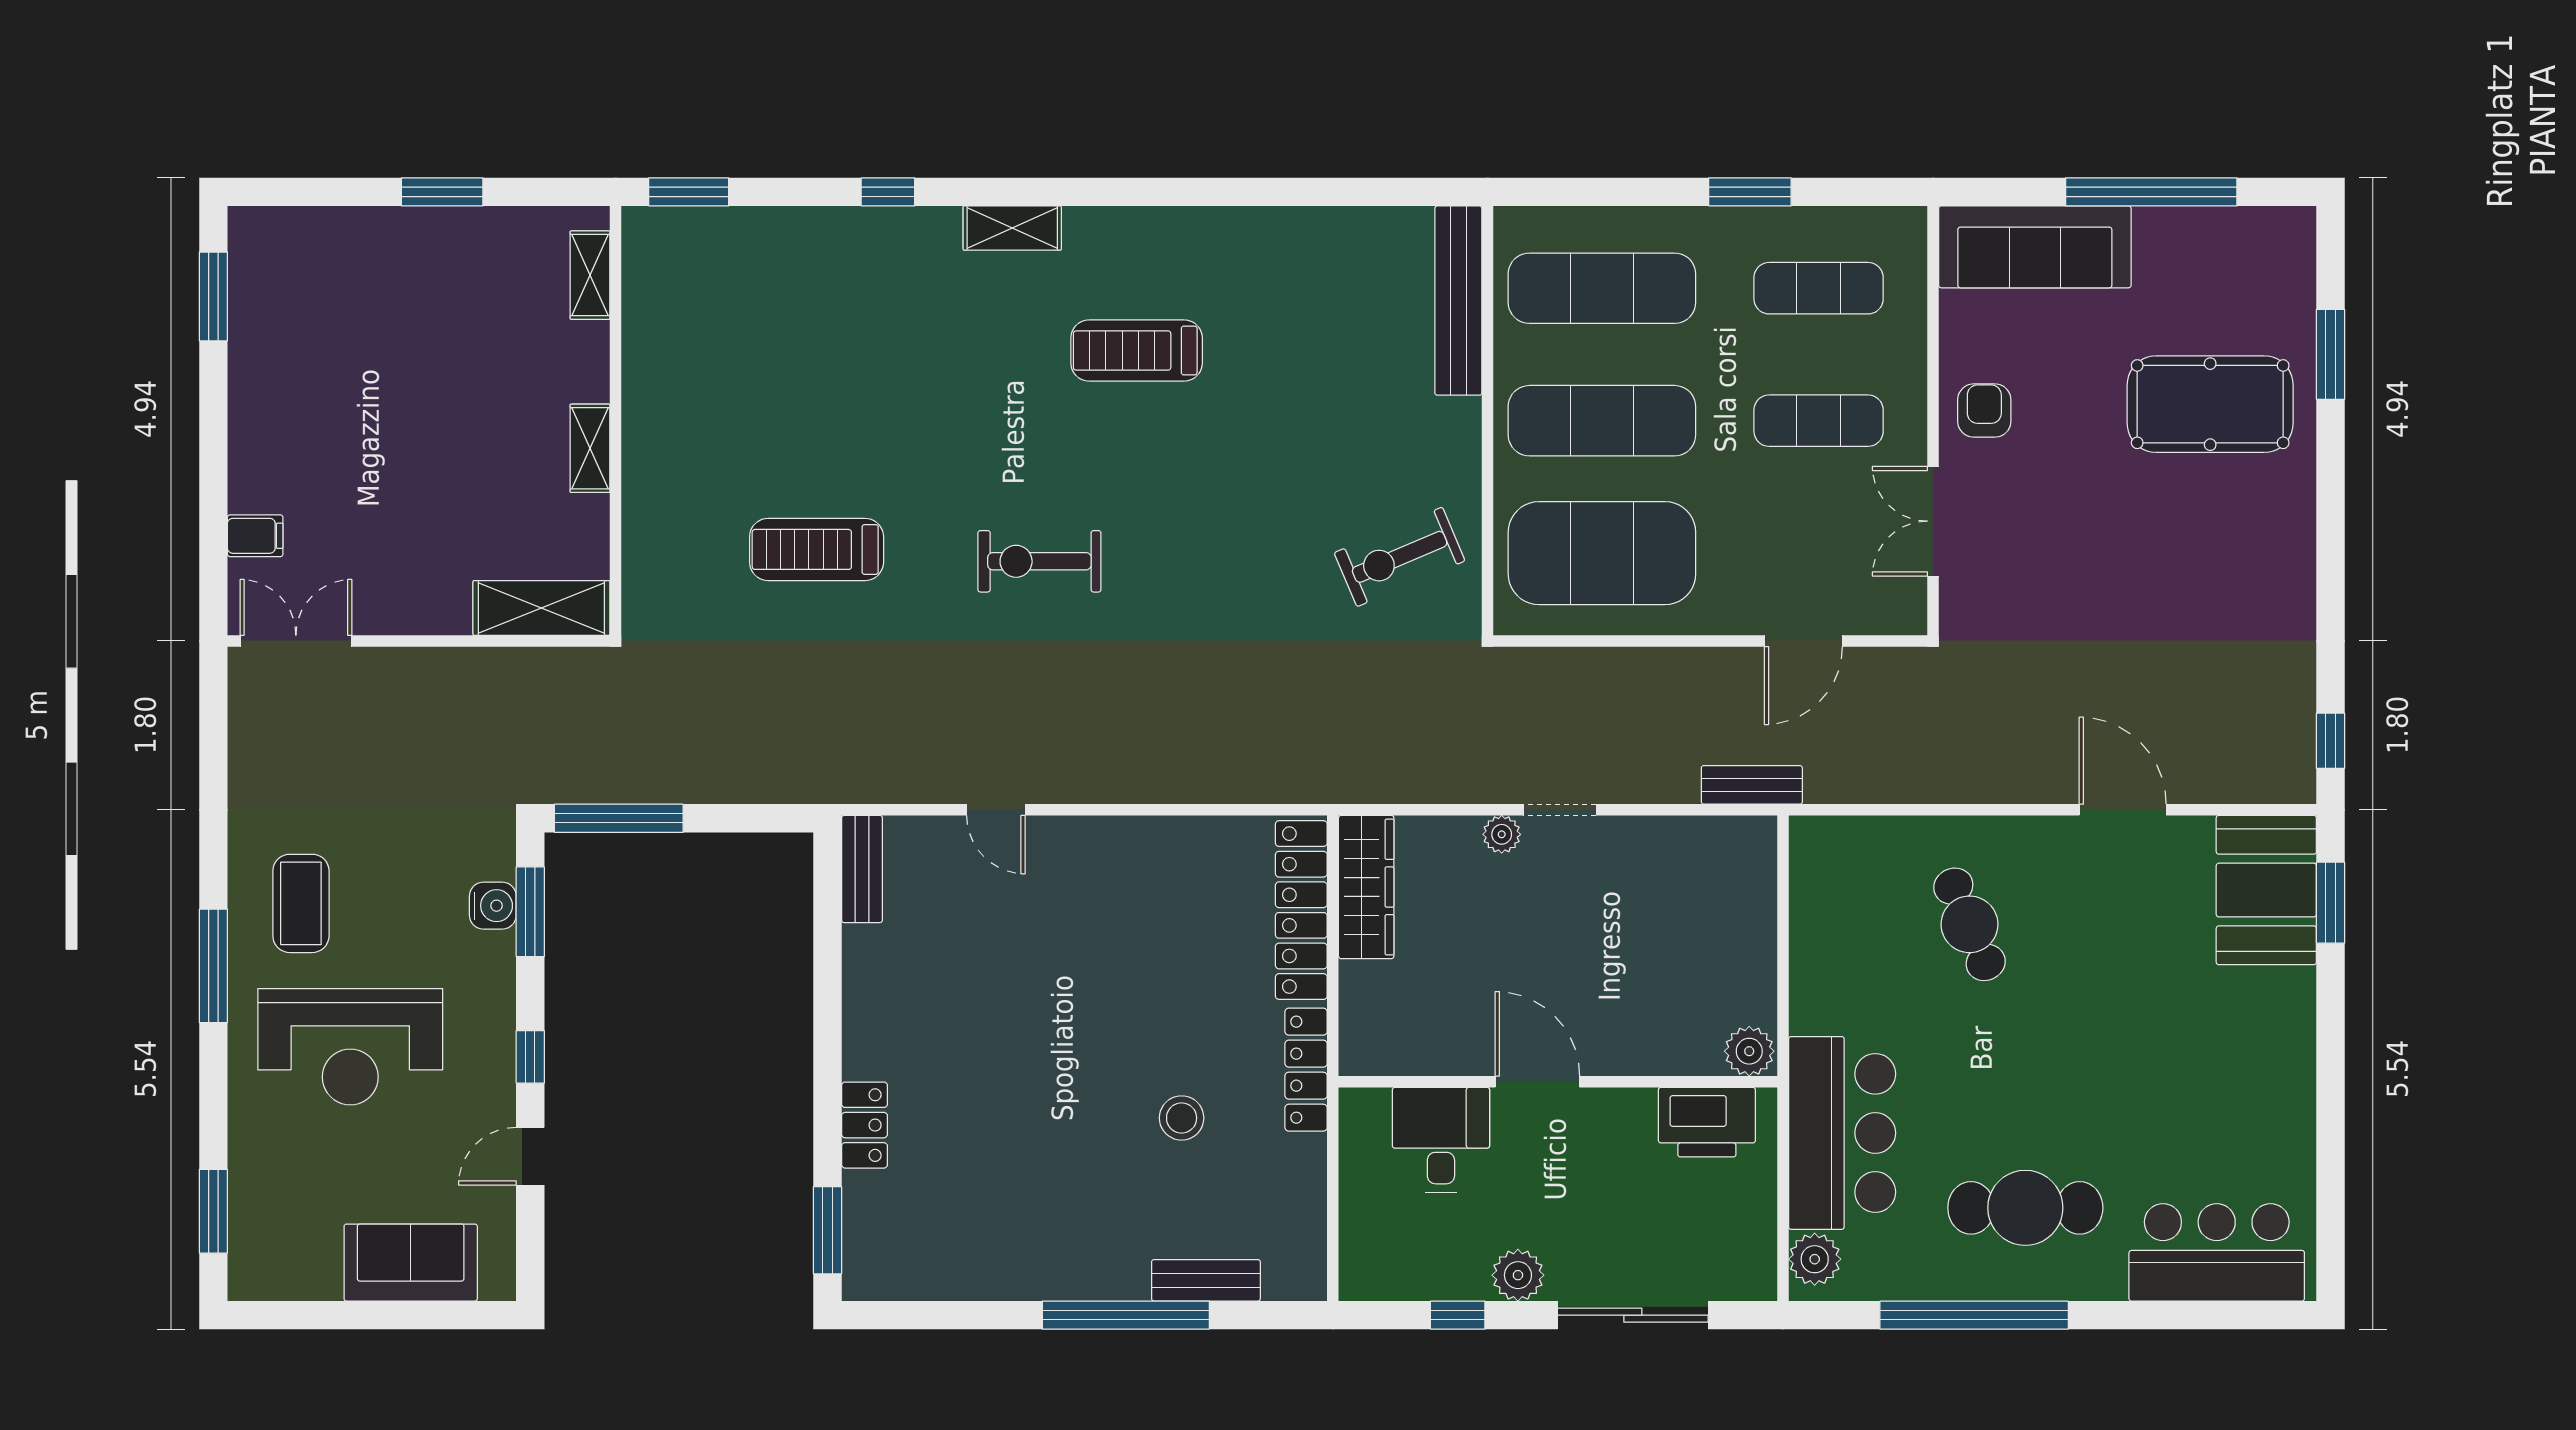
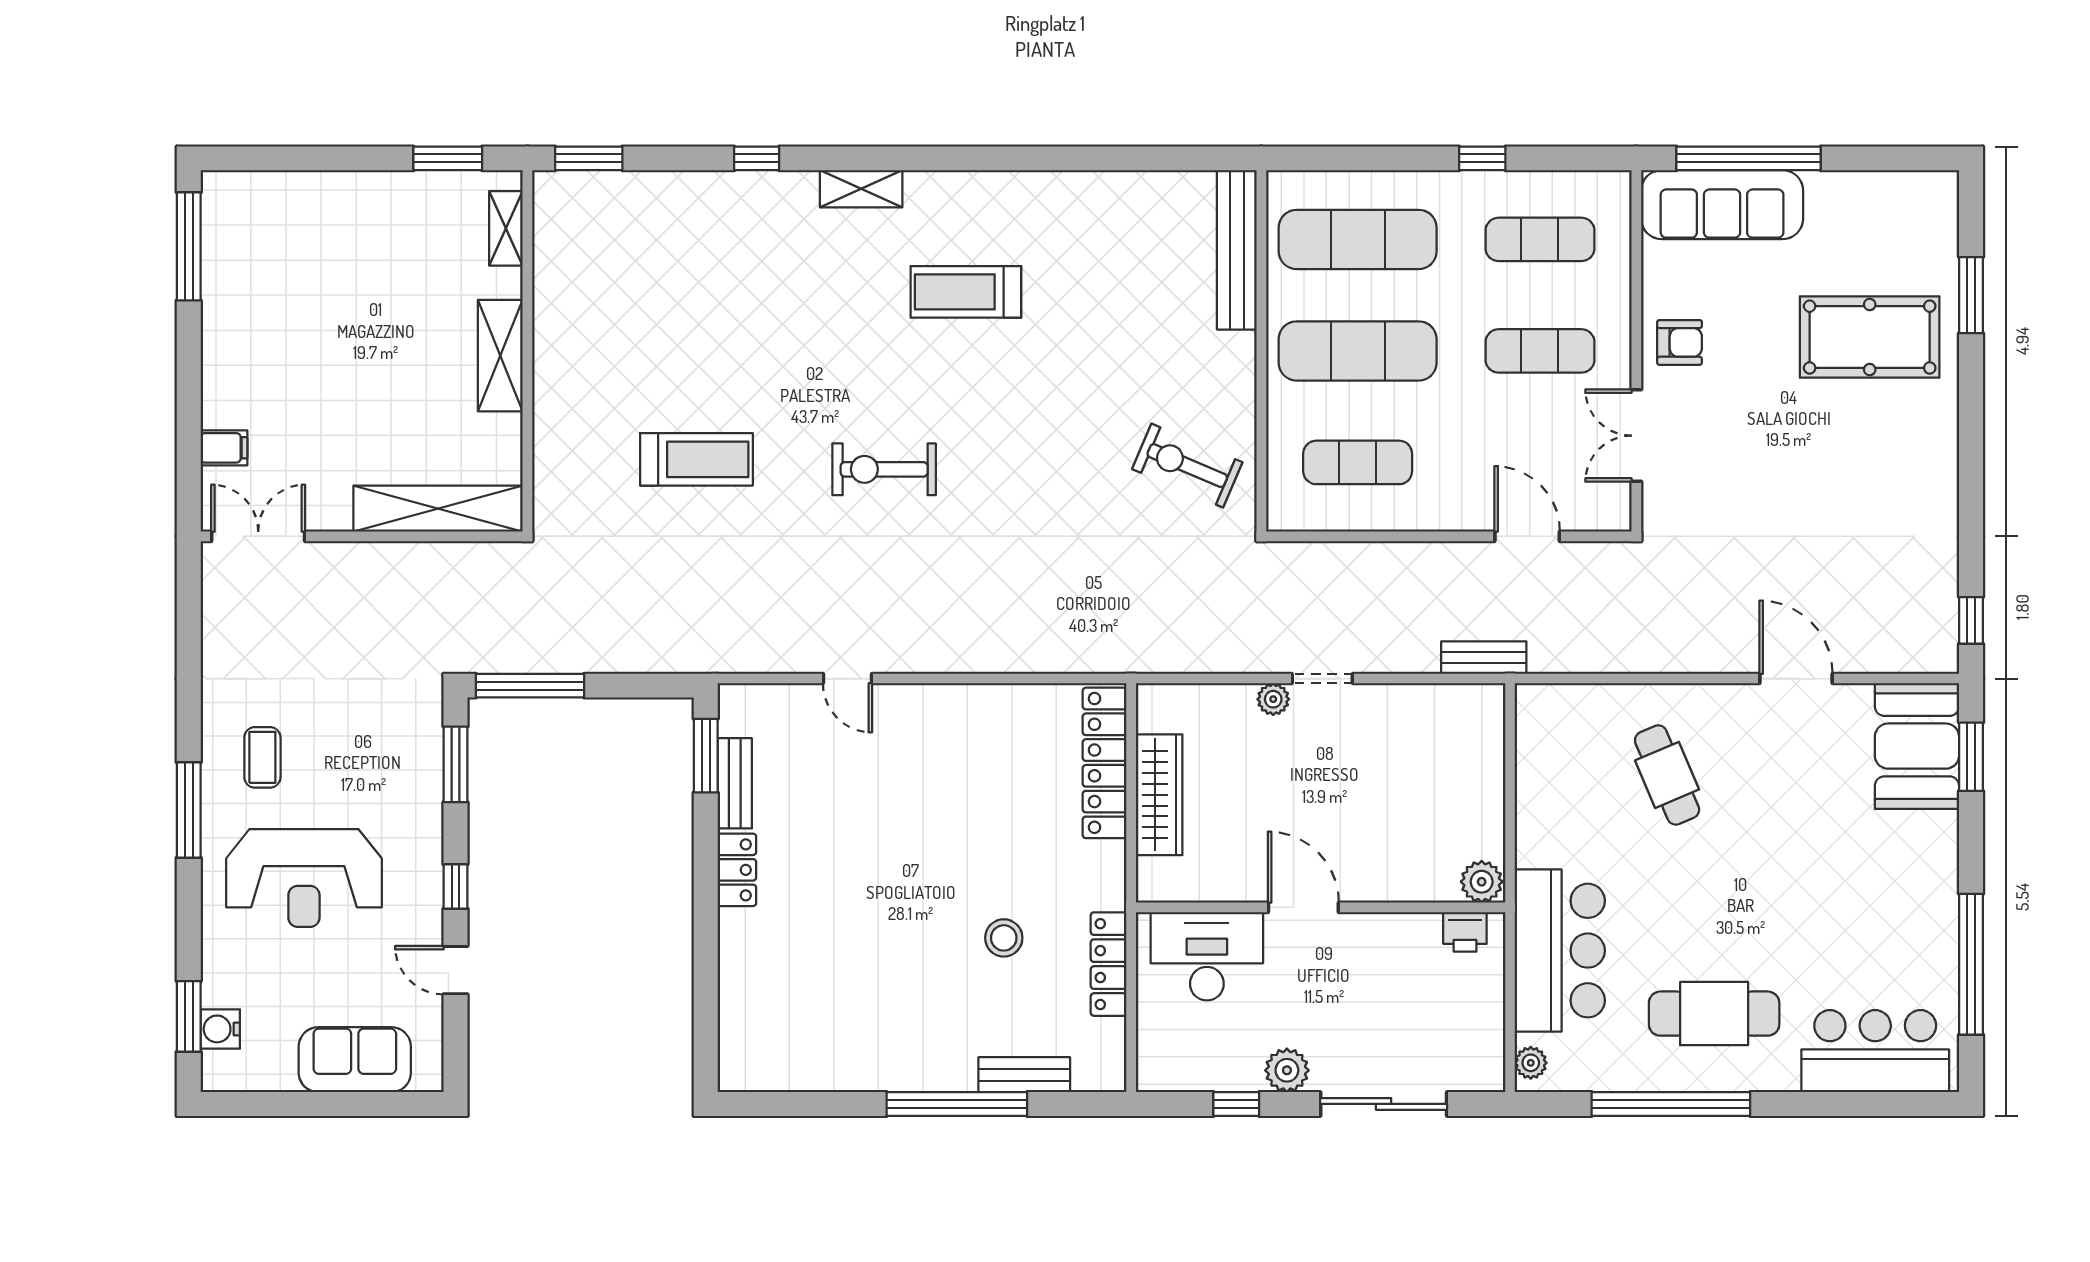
window: (442, 192) -> (448, 158), moved
window: (1750, 192) -> (1482, 158), width x0.67
window: (2151, 192) -> (1748, 158), moved
window: (213, 297) -> (189, 246), width x1.44
armchair: (1984, 411) -> (1680, 342), turned 90
shelving: (590, 448) -> (500, 356), width x1.50, depth x1.33
treadmill: (817, 549) -> (696, 459), turned 180
exercise mat: (1602, 553) -> (1358, 462), width x0.50, depth x0.69
exercise bike: (1400, 557) -> (1187, 466), turned 46
shelving: (541, 608) -> (438, 509), width x1.47
door: (1803, 641) -> (1527, 536), swing flipped
bench: (862, 869) -> (735, 783), moved
wardrobe: (1366, 887) -> (1159, 795), moved
coffee table: (301, 903) -> (262, 757), width x0.73, depth x0.77
water cooler: (493, 906) -> (220, 1029), moved, turned 180
locker: (1306, 1070) -> (1109, 964), moved
printer: (1707, 1122) -> (1465, 932), width x0.53, depth x0.68
locker: (865, 1125) -> (737, 870), moved
desk: (1441, 1140) -> (1207, 956), width x1.37
window: (2331, 1149) -> (1971, 964), added
door: (530, 1156) -> (455, 970), hinge flipped
window: (827, 1230) -> (706, 756), moved
plant: (1815, 1259) -> (1531, 1063), width x0.73, depth x0.73

